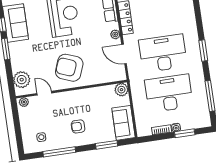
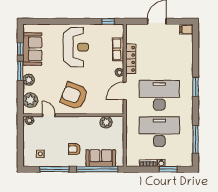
window: (203, 50) -> (196, 87), moved
door: (124, 54) -> (125, 91), hinge flipped
plant: (16, 57) -> (29, 80), added
plant: (121, 90) -> (106, 122), moved
sofa: (123, 123) -> (101, 158), moved, turned 90
window: (107, 145) -> (97, 169), width x2.11

